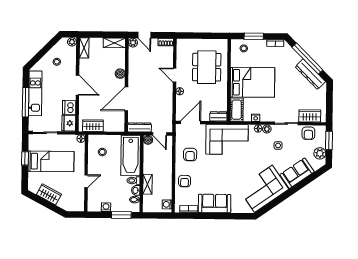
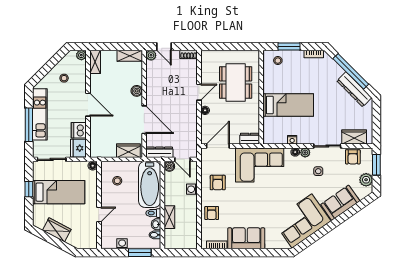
door: (175, 75) -> (199, 92), swing flipped
bed: (252, 82) -> (288, 105), width x0.67
door: (126, 99) -> (144, 120), swing flipped
cot: (237, 110) -> (270, 131), removed
wardrobe: (93, 126) -> (128, 151), moved
washing machine: (167, 204) -> (192, 189), moved

